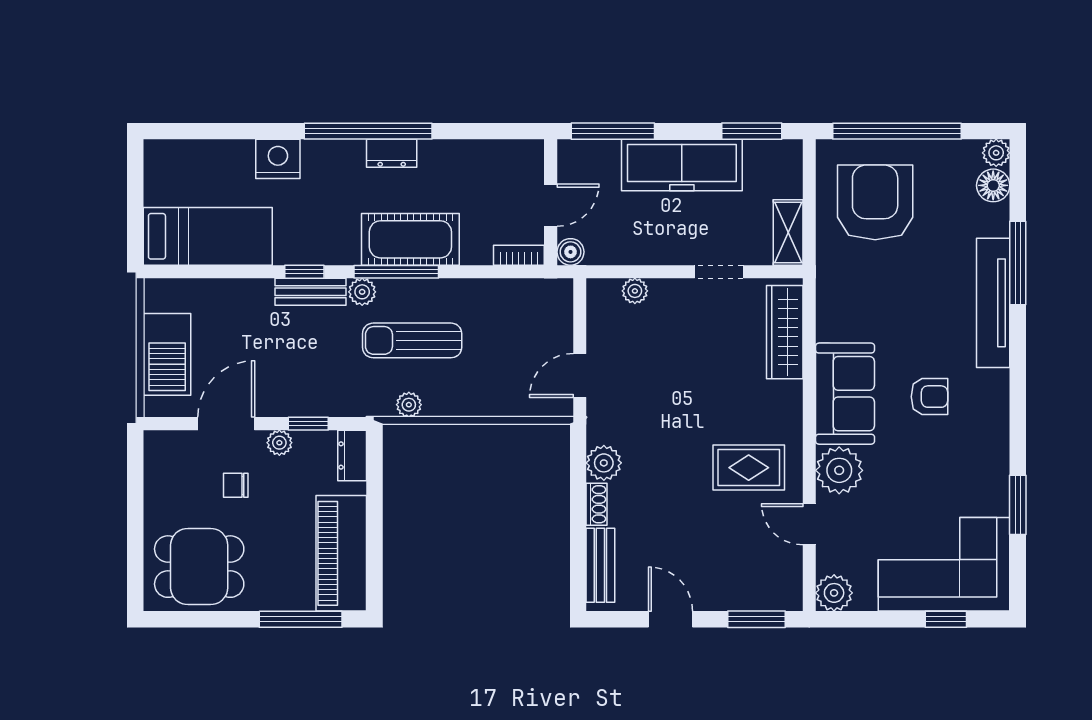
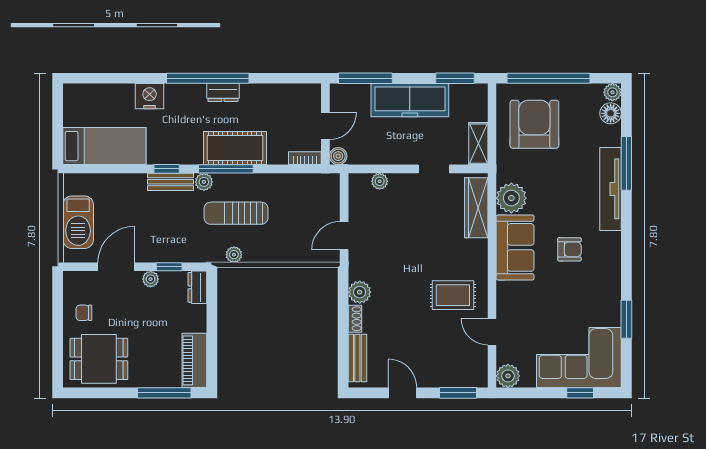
plant: (839, 470) -> (511, 198), moved
chair: (236, 485) -> (84, 313), moved
piano: (341, 553) -> (194, 360), width x0.73, depth x0.75

